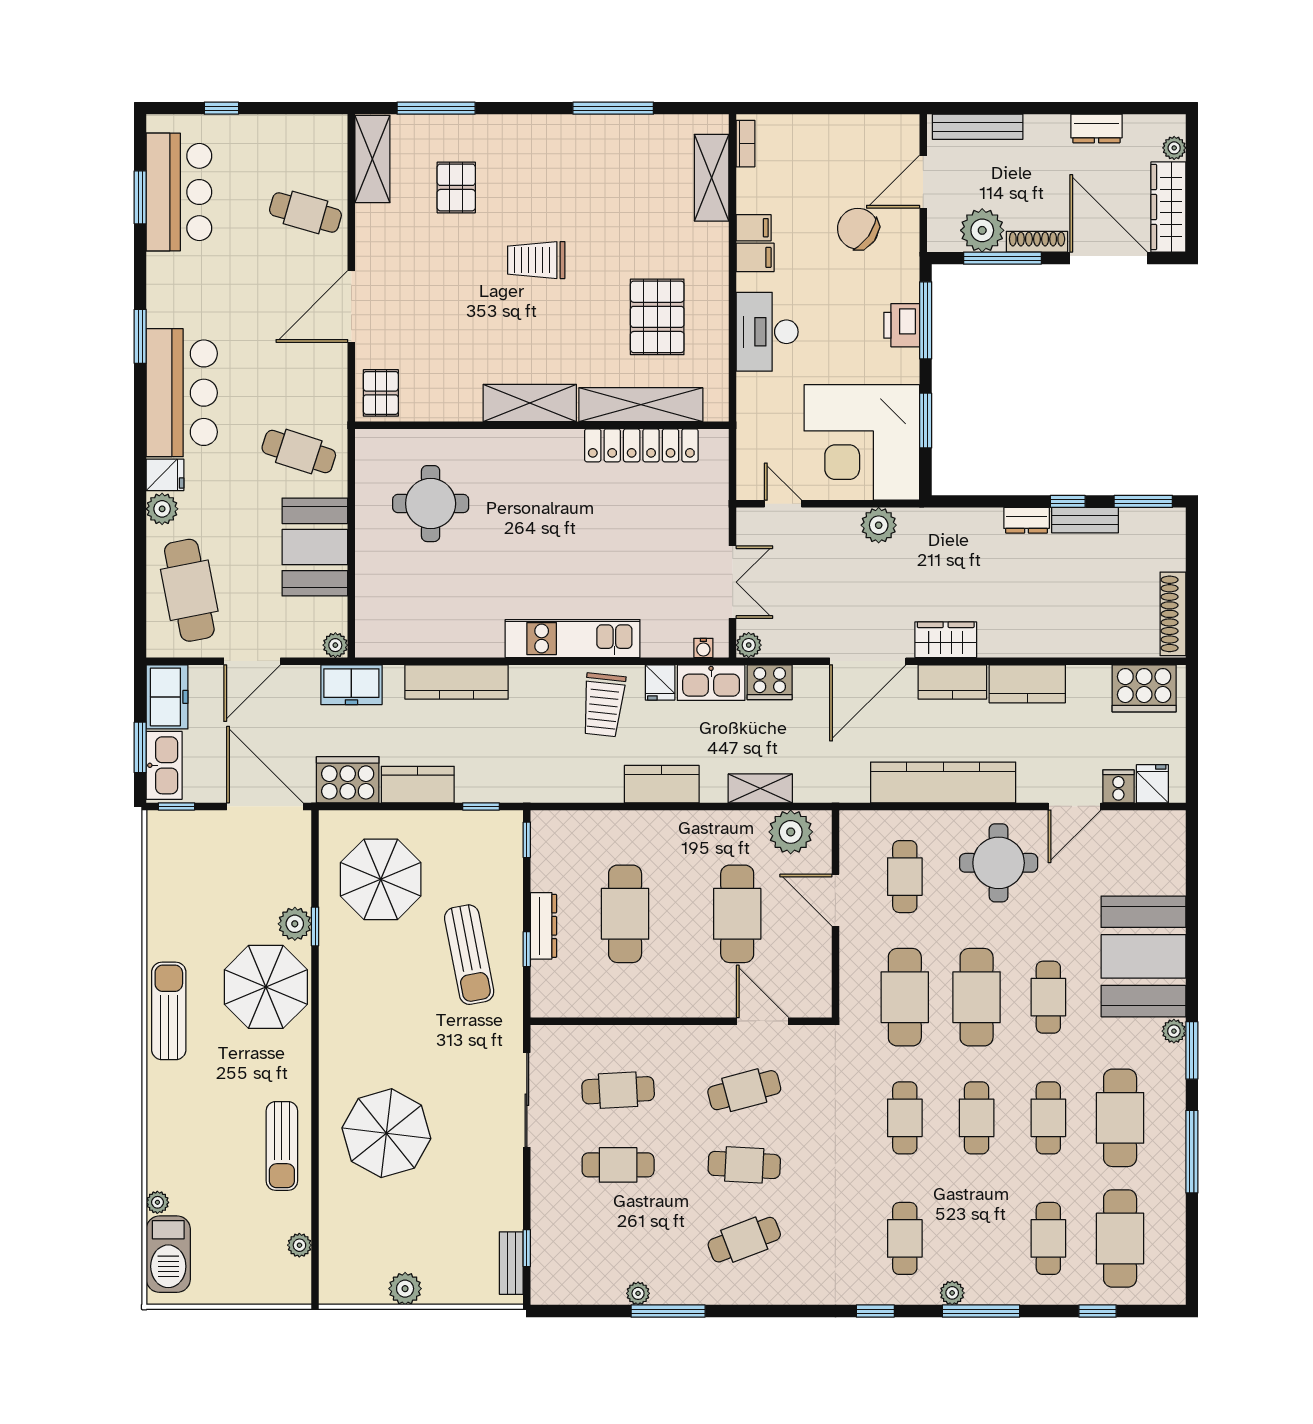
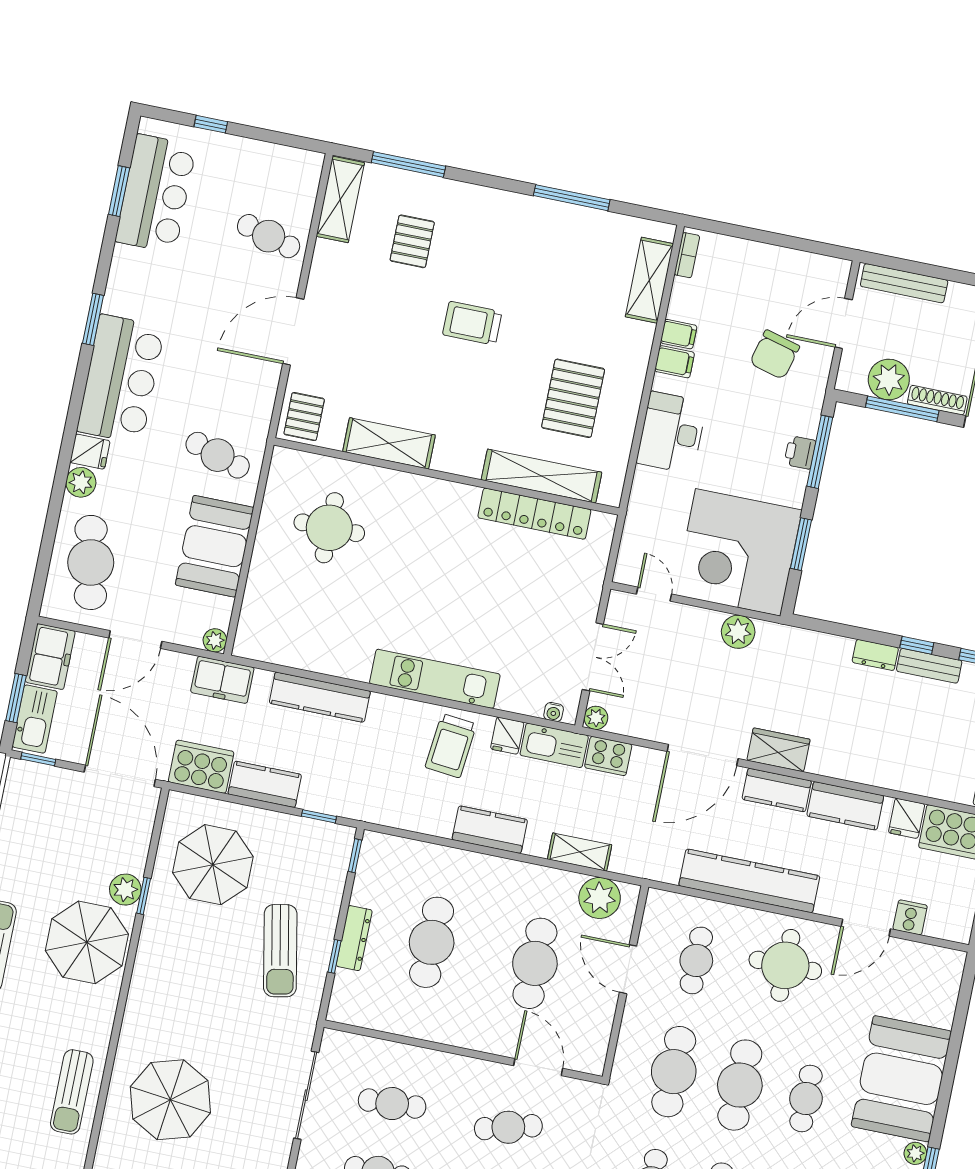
chair: (858, 229) -> (775, 355), turned -110
printer: (902, 325) -> (800, 452), width x0.73, depth x0.81
shelving: (530, 403) -> (389, 443), moved
fridge: (1152, 784) -> (907, 818), moved, turned 180

